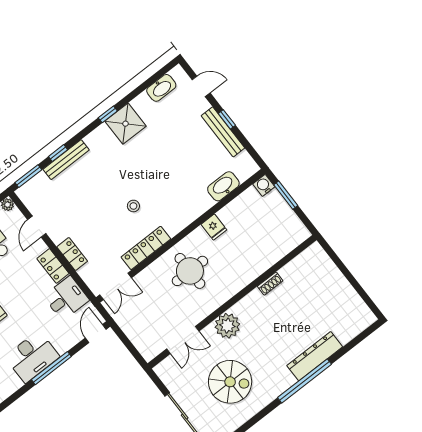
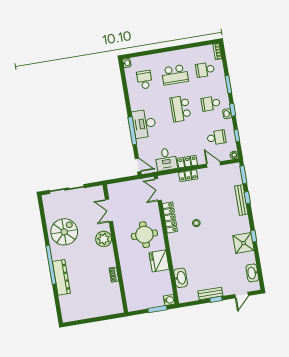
bench: (223, 132) -> (210, 294), width x0.73
fridge: (214, 227) -> (159, 261), width x1.88, depth x1.34
spiral stairs: (230, 382) -> (64, 232), moved, turned 180

